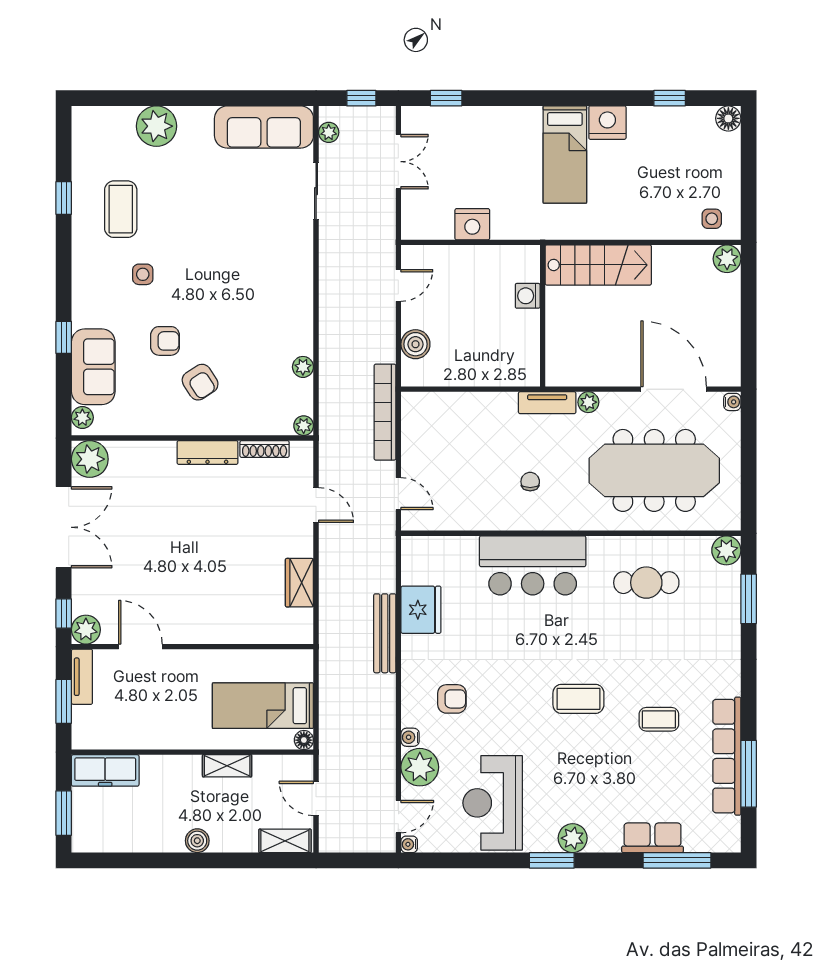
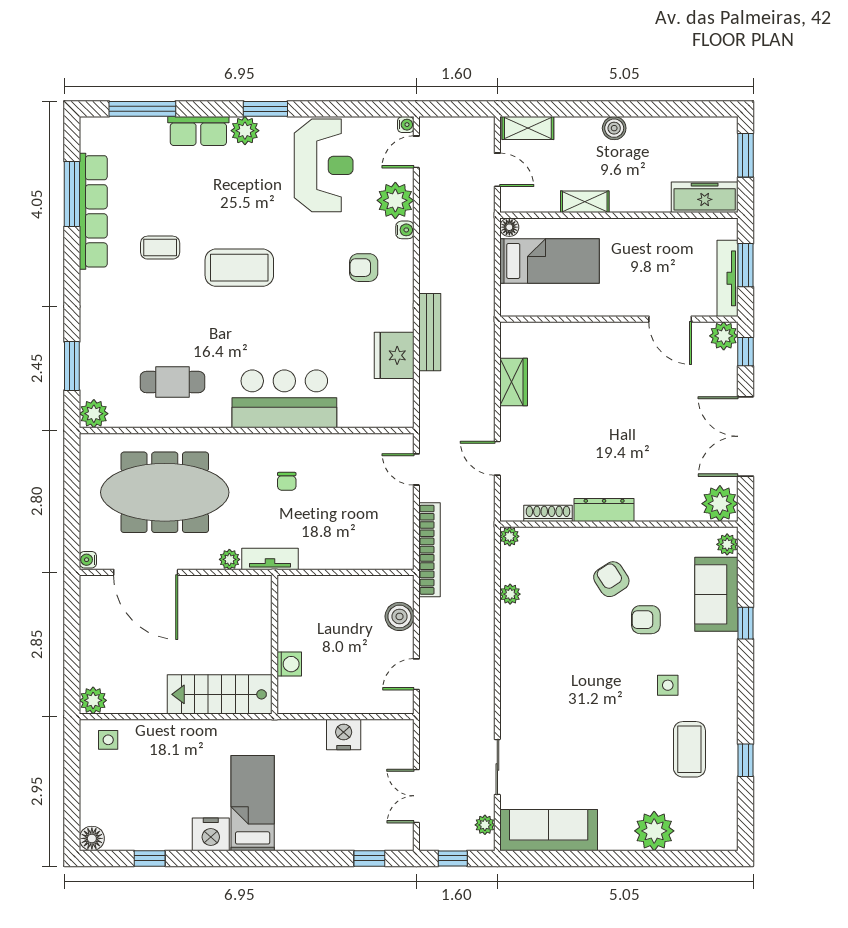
tv unit: (82, 677) -> (728, 278), width x1.41
coffee table: (578, 699) -> (239, 268), width x1.36, depth x1.32
row of seats: (653, 838) -> (198, 131), moved

